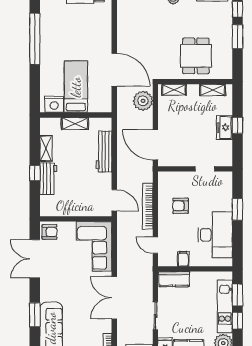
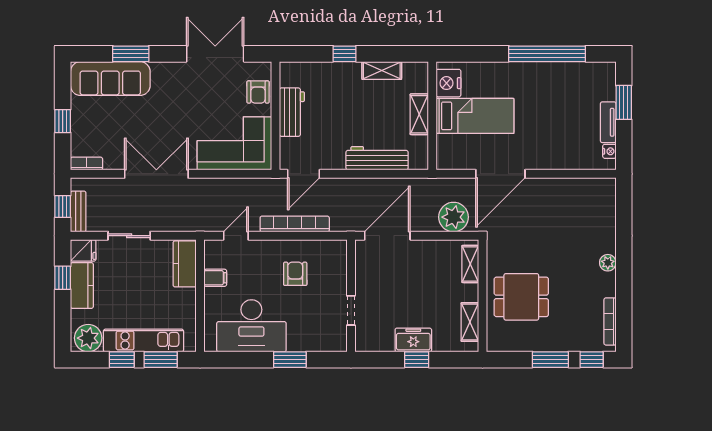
workbench: (48, 179) -> (292, 112), moved, turned -90
armchair: (50, 232) -> (258, 92), moved

